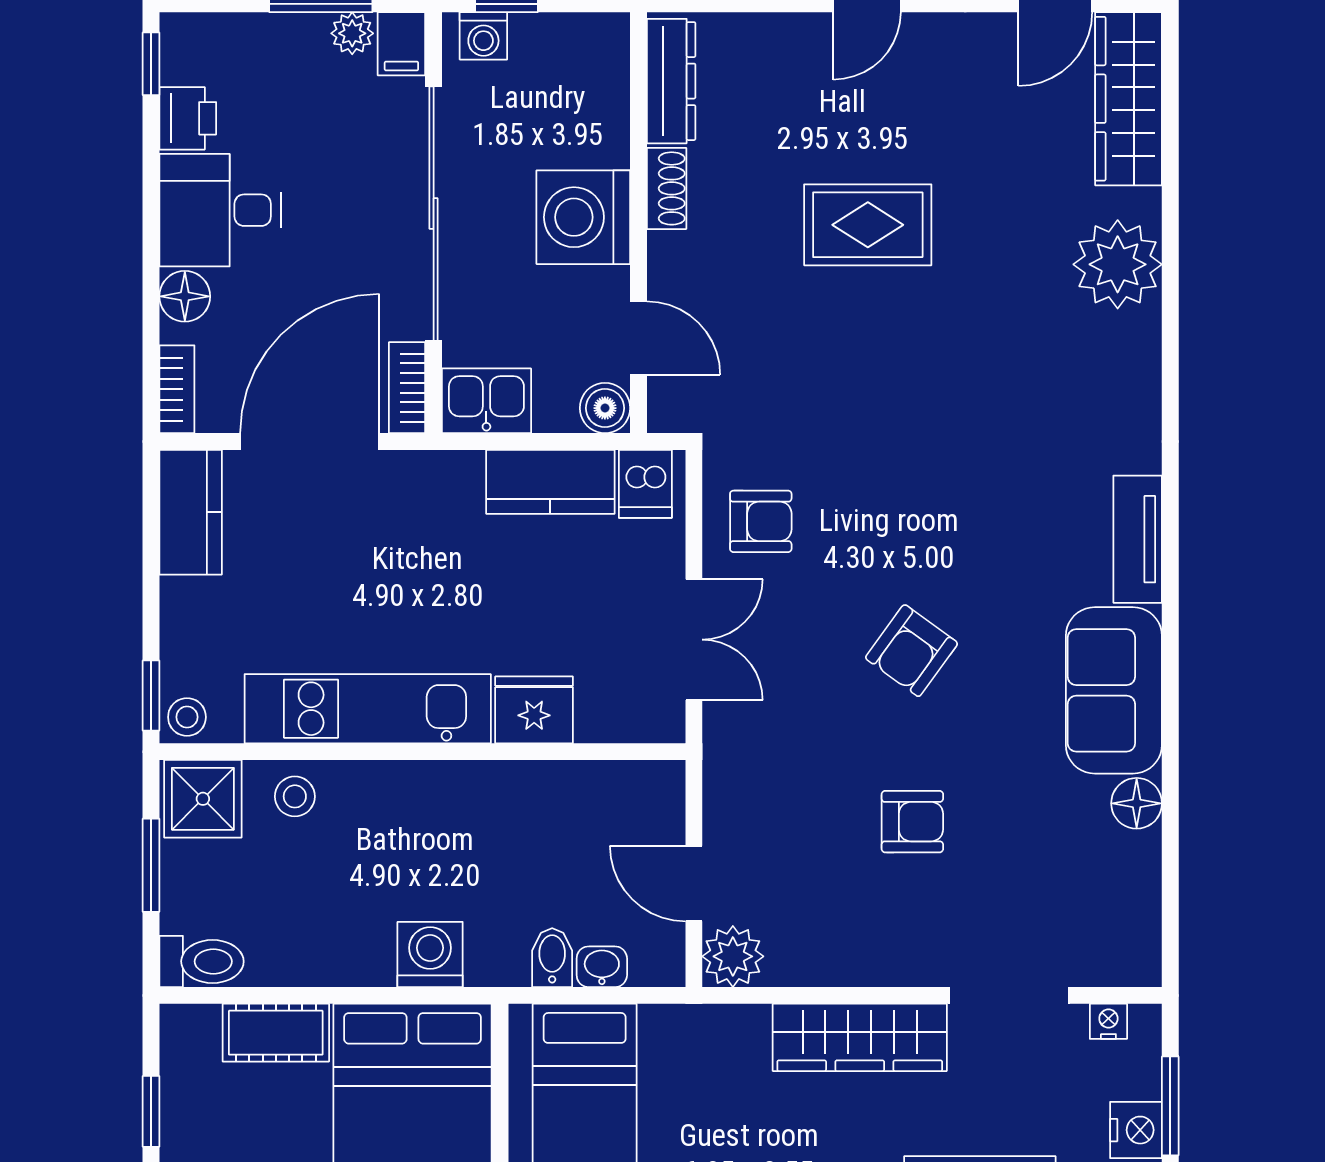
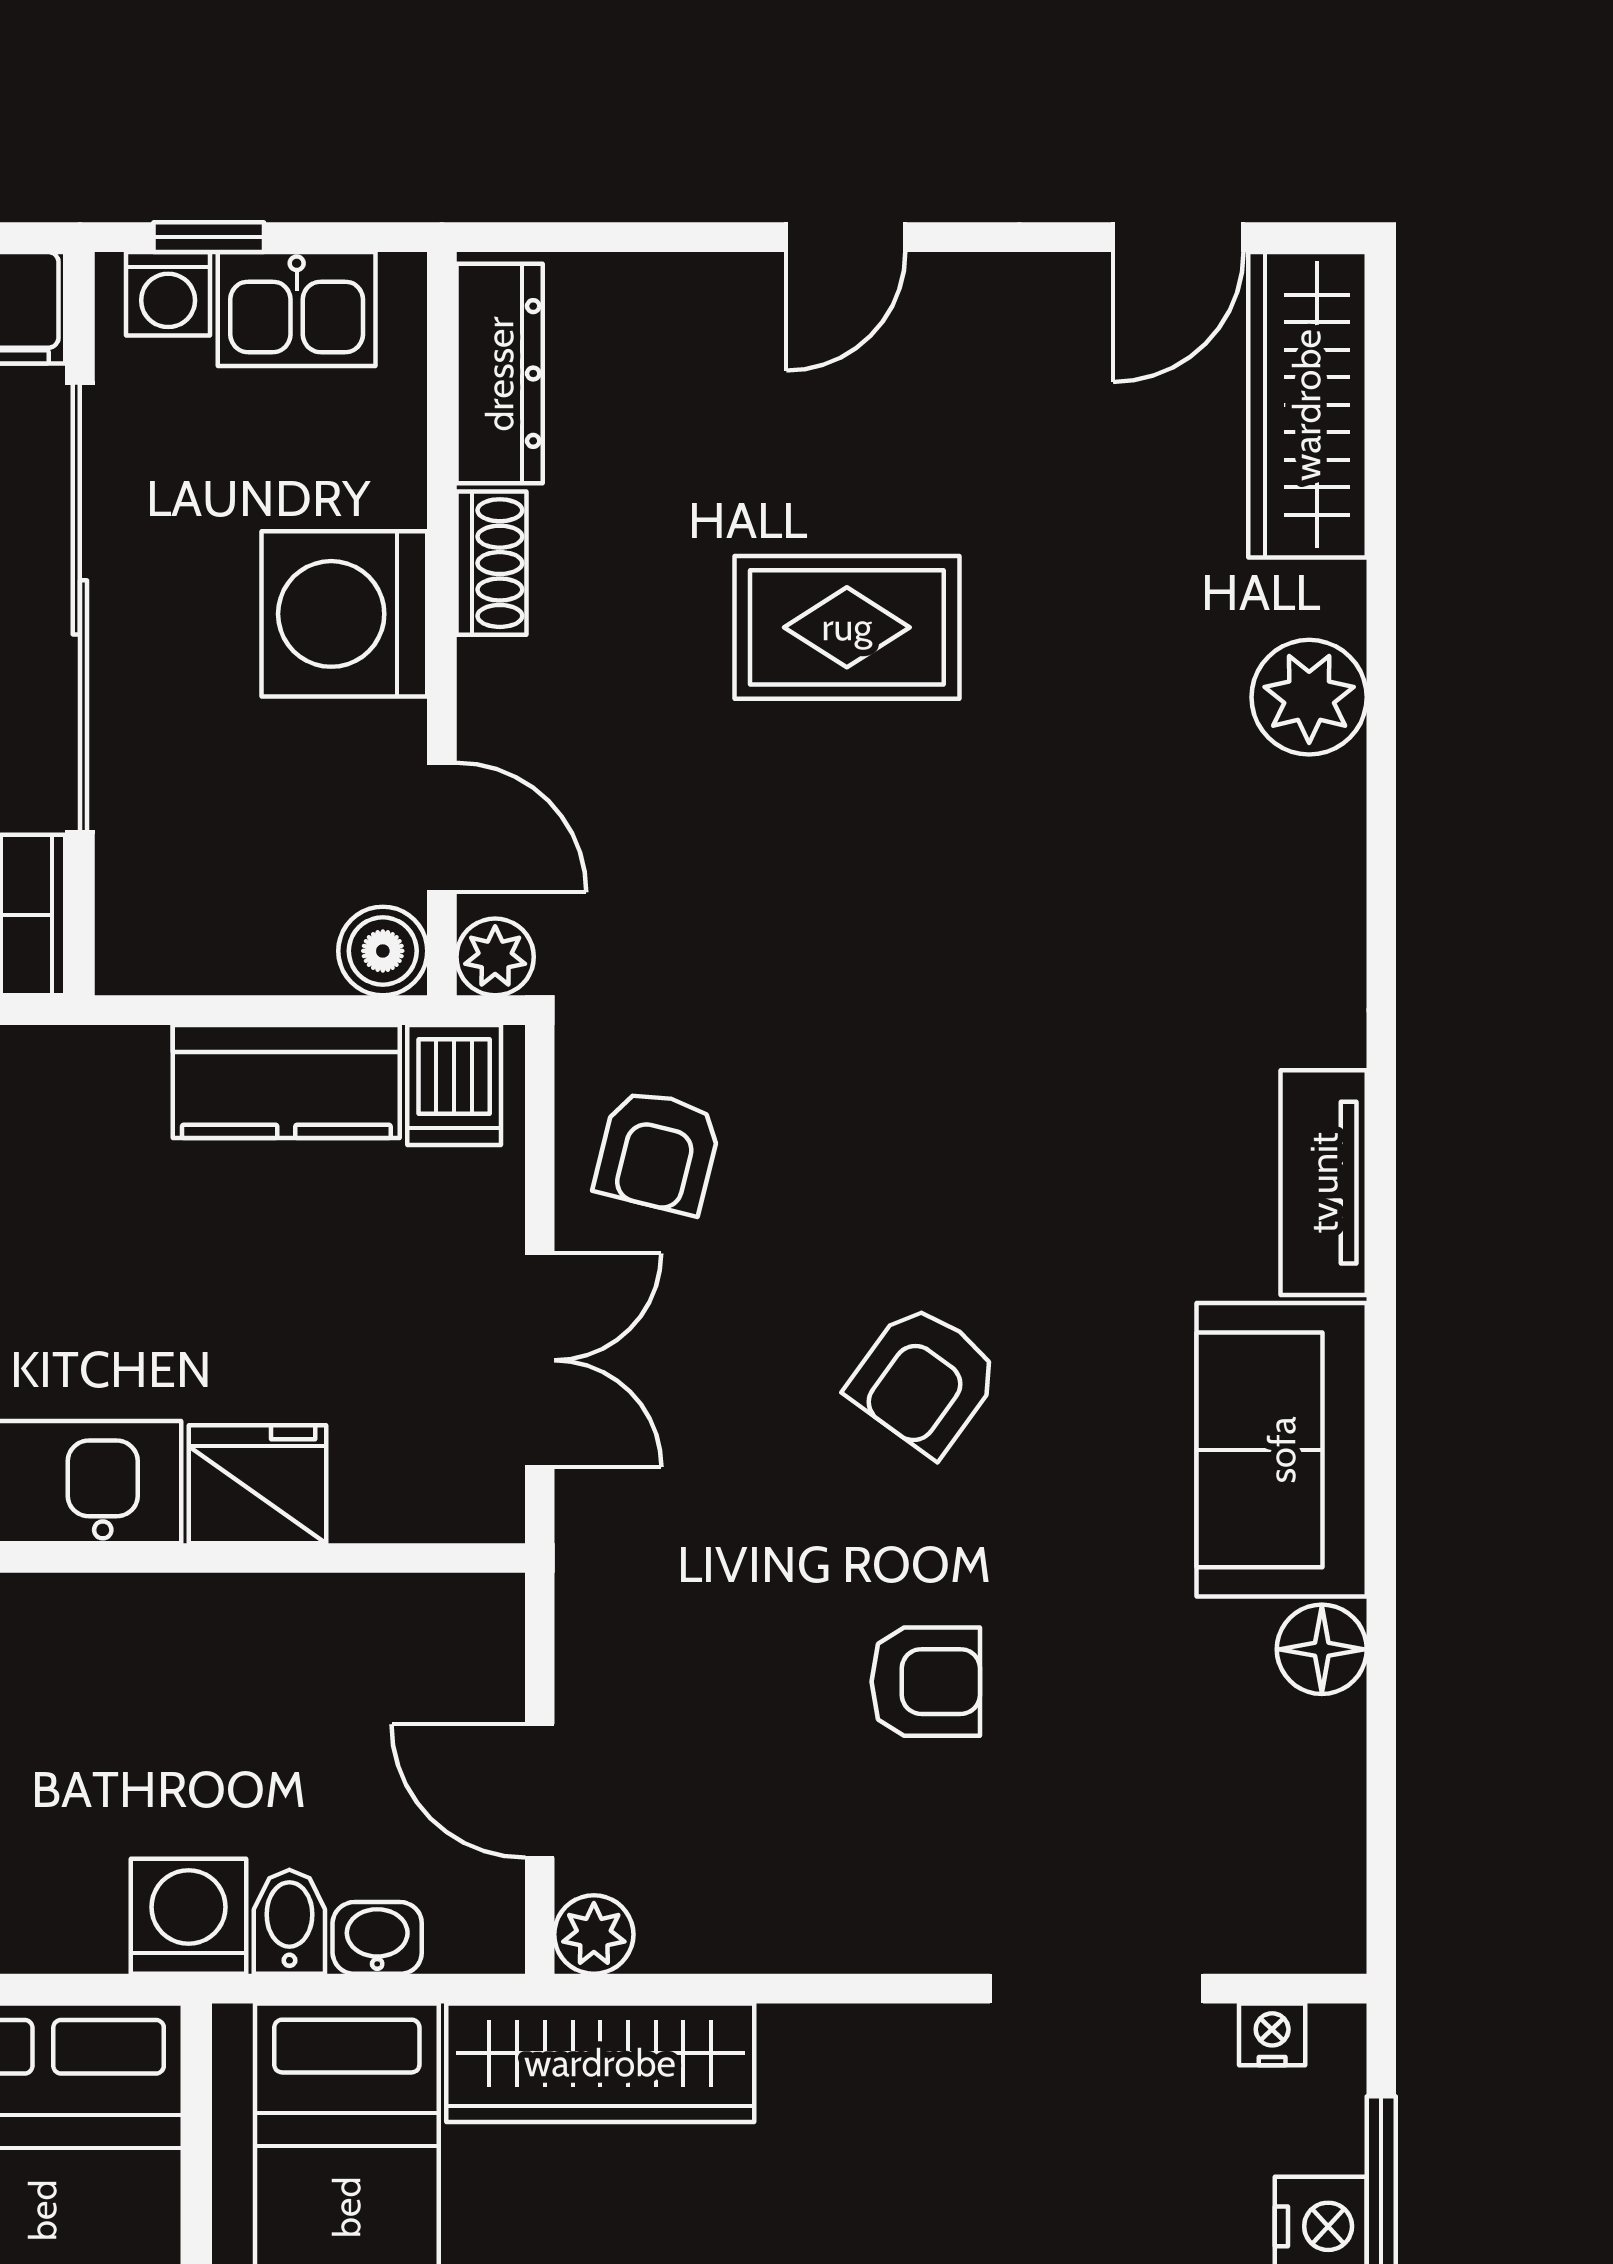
plant: (1118, 264) -> (1309, 697), width x0.73, depth x0.73
kitchen sink: (486, 401) -> (297, 309), moved, turned 180
plant: (669, 411) -> (495, 957), added
armchair: (761, 521) -> (658, 1151), turned 104
washing machine: (430, 954) -> (189, 1916), moved
plant: (733, 956) -> (594, 1934), width x0.73, depth x0.73
wardrobe: (860, 1037) -> (600, 2063), moved

